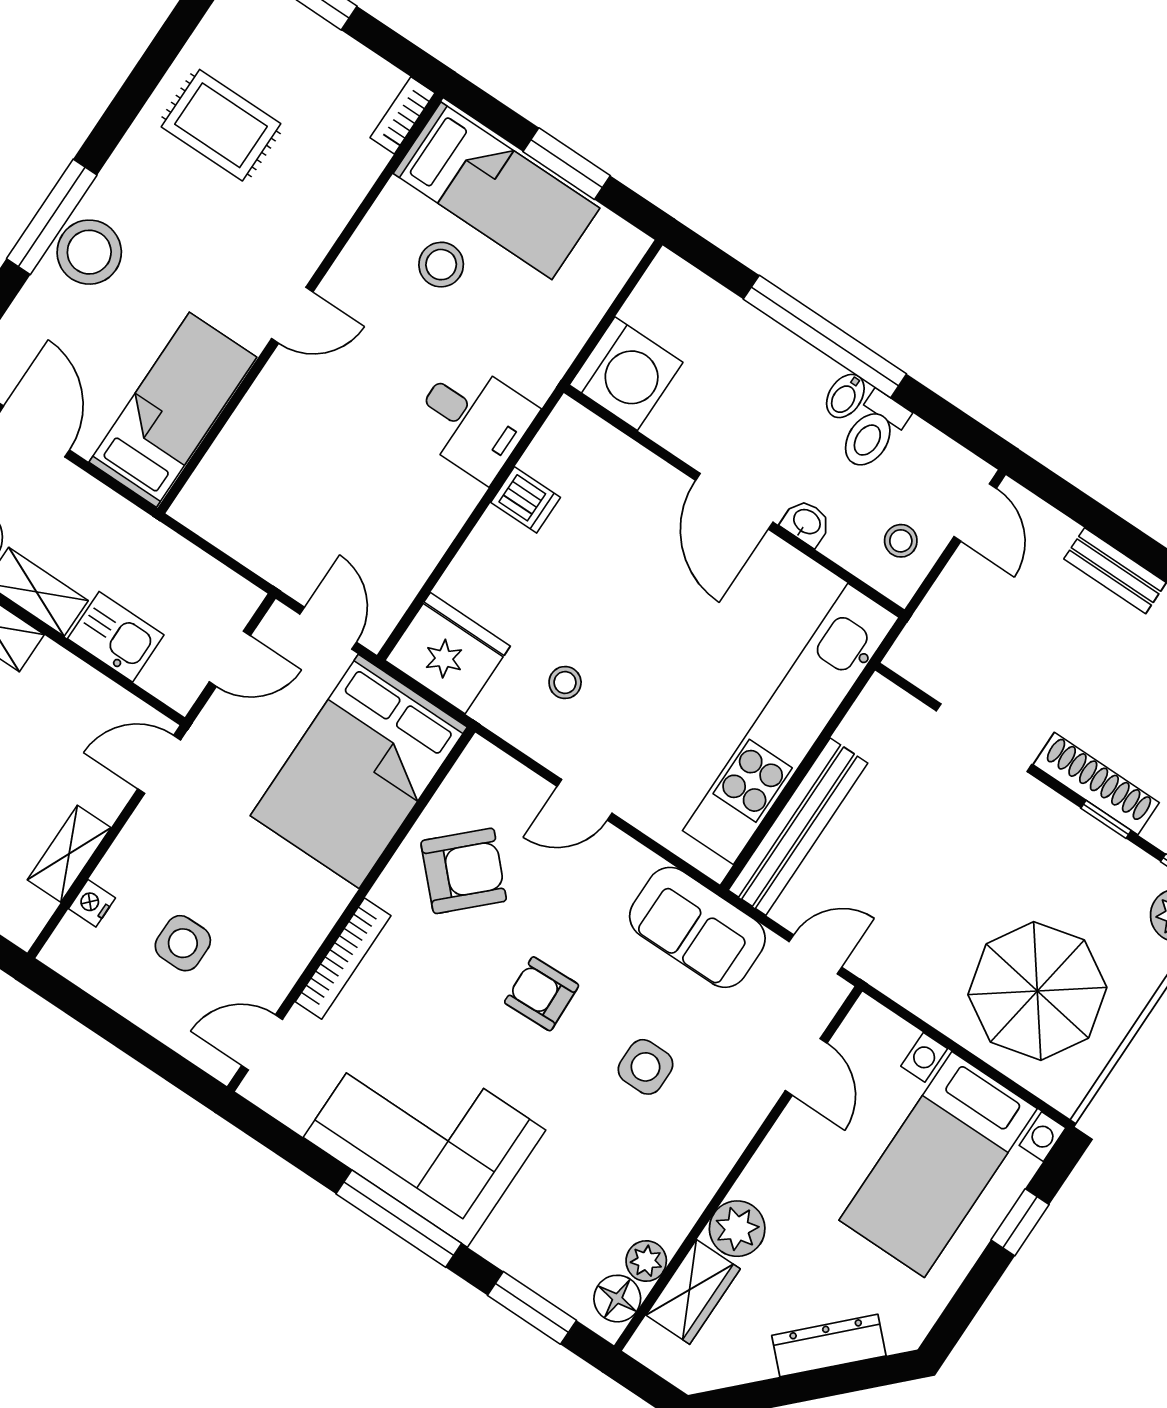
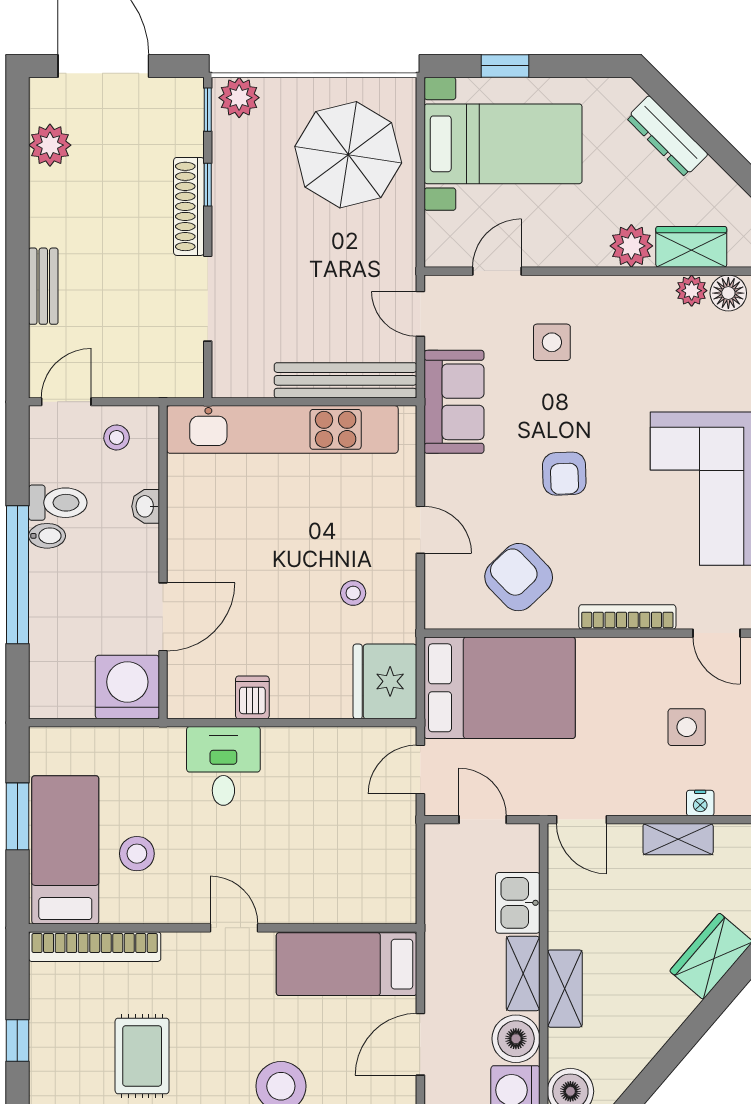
bookcase: (403, 115) -> (95, 947), width x2.31, depth x1.31
door: (734, 501) -> (163, 617), moved
side table: (646, 1067) -> (552, 342), moved

